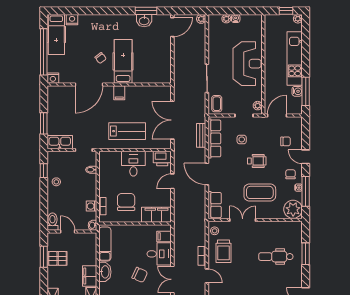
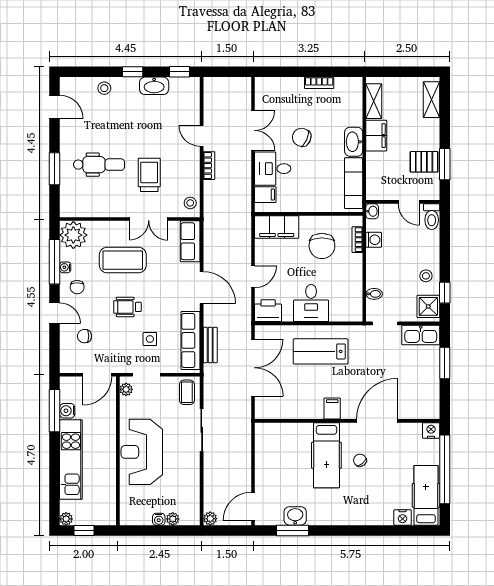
shower: (55, 161) -> (428, 306), added
trolley: (223, 251) -> (149, 175), moved

